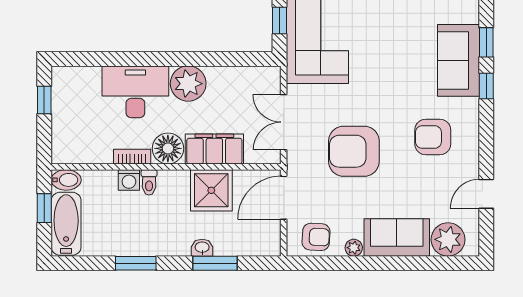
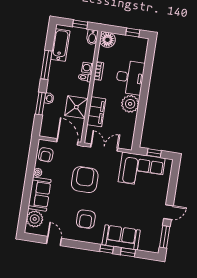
armchair: (433, 137) -> (86, 219), turned 180
floor lamp: (168, 148) -> (108, 40), moved
bathtub: (66, 224) -> (60, 45), moved, turned -90
window: (136, 263) -> (46, 65), width x1.44

